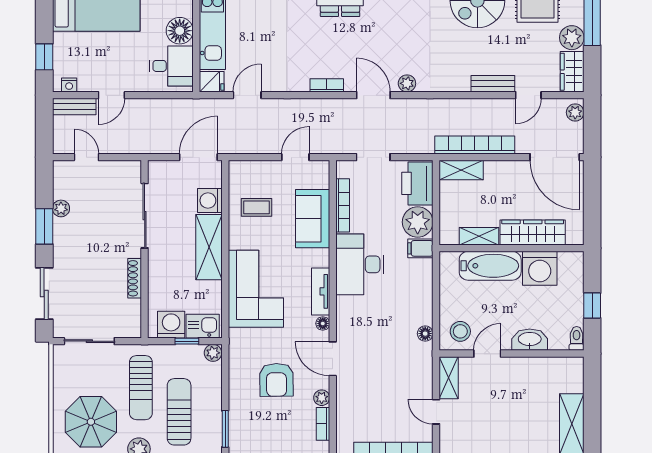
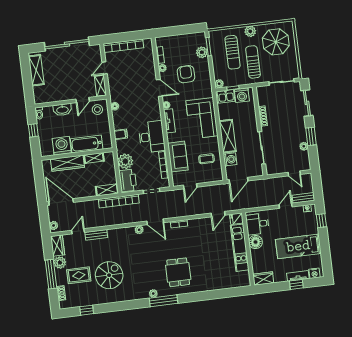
bookcase: (475, 145) -> (119, 201), moved
filing cabinet: (420, 248) -> (121, 134), moved
door: (436, 412) -> (105, 68), swing flipped
plant: (240, 419) -> (202, 52), added

